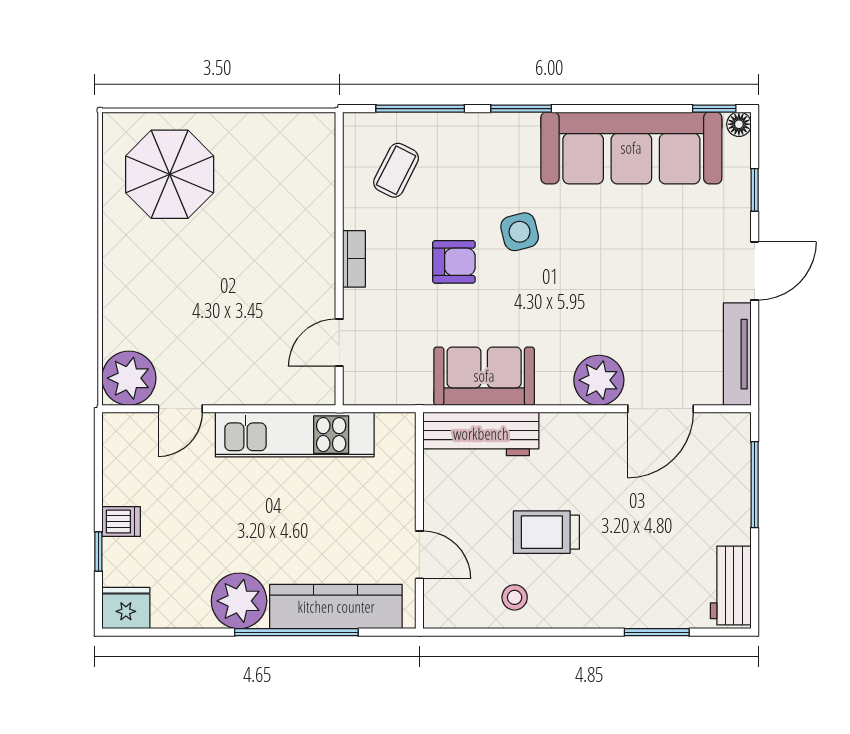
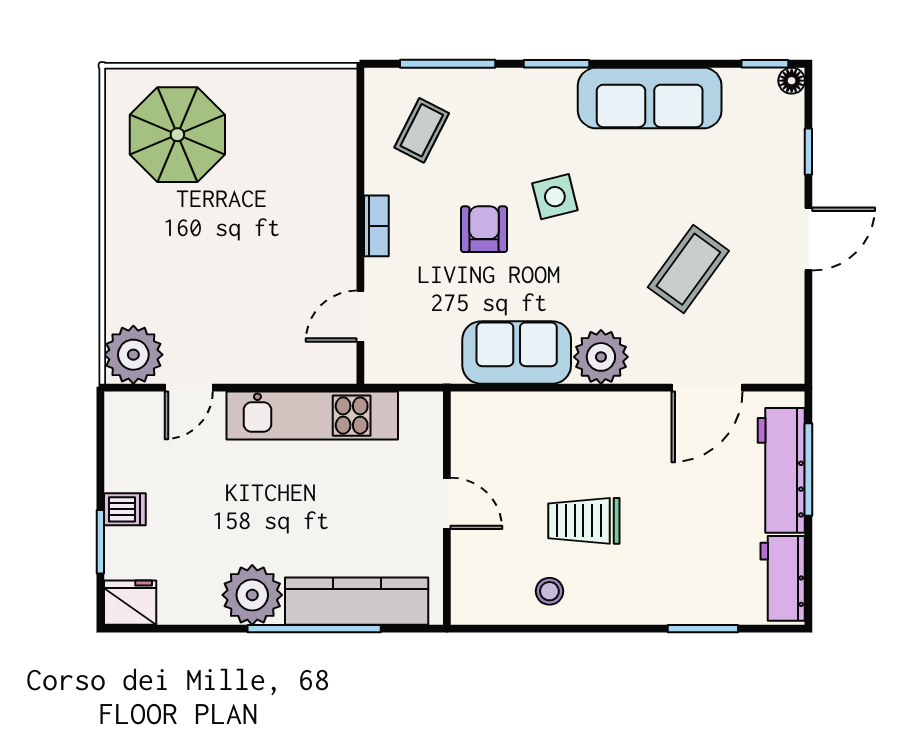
sofa: (631, 148) -> (650, 98), width x0.74, depth x0.79
armchair: (454, 262) -> (484, 229), turned -90
coffee table: (643, 299) -> (688, 269), added
tv unit: (737, 354) -> (790, 329), removed
plant: (599, 380) -> (601, 357), moved
workbench: (481, 434) -> (781, 470), moved, turned 90
window: (98, 551) -> (100, 542), width x1.50
door: (419, 555) -> (447, 503), moved

